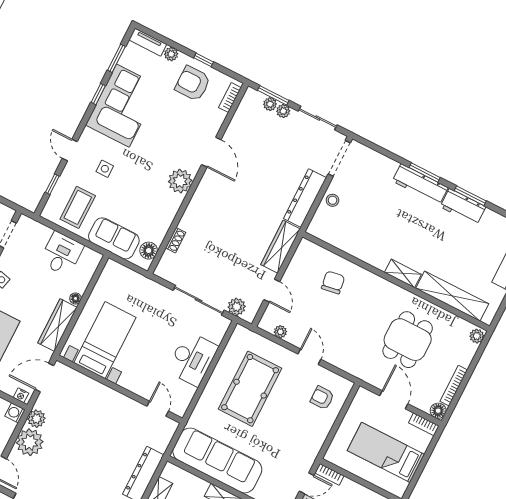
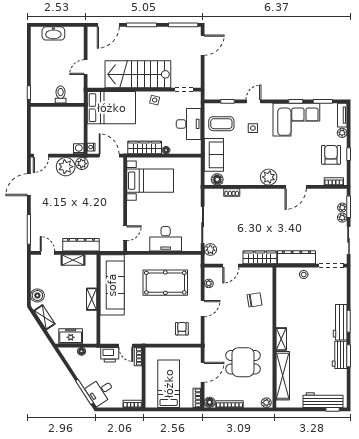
desk: (62, 254) -> (189, 124), width x1.37

